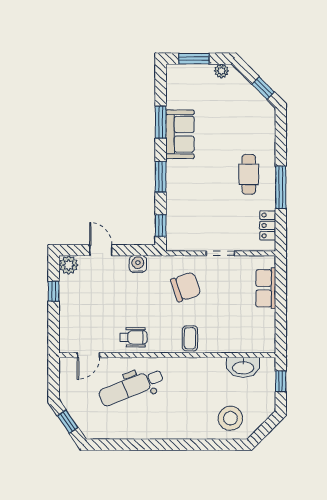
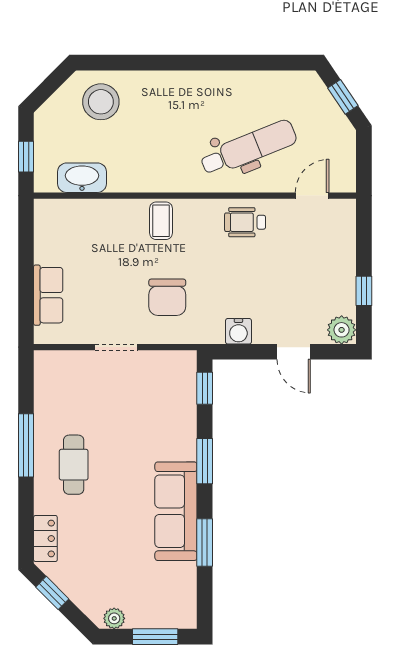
sofa: (180, 134) -> (176, 511), width x1.36
locker: (268, 225) -> (45, 539), moved
chair: (186, 287) -> (167, 297), turned -71

